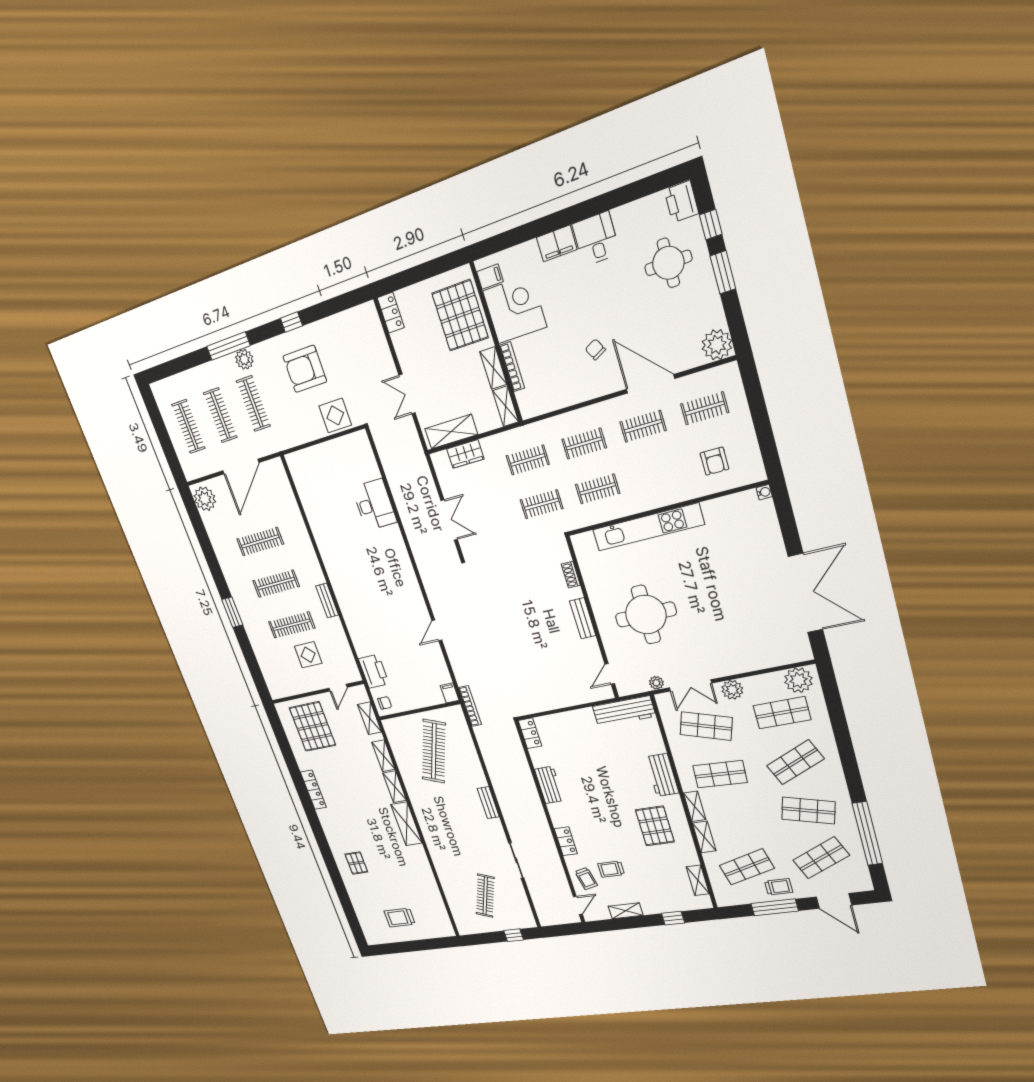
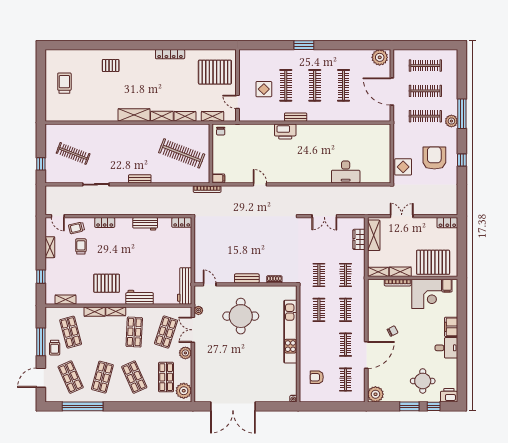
printer: (374, 671) -> (285, 131), moved

